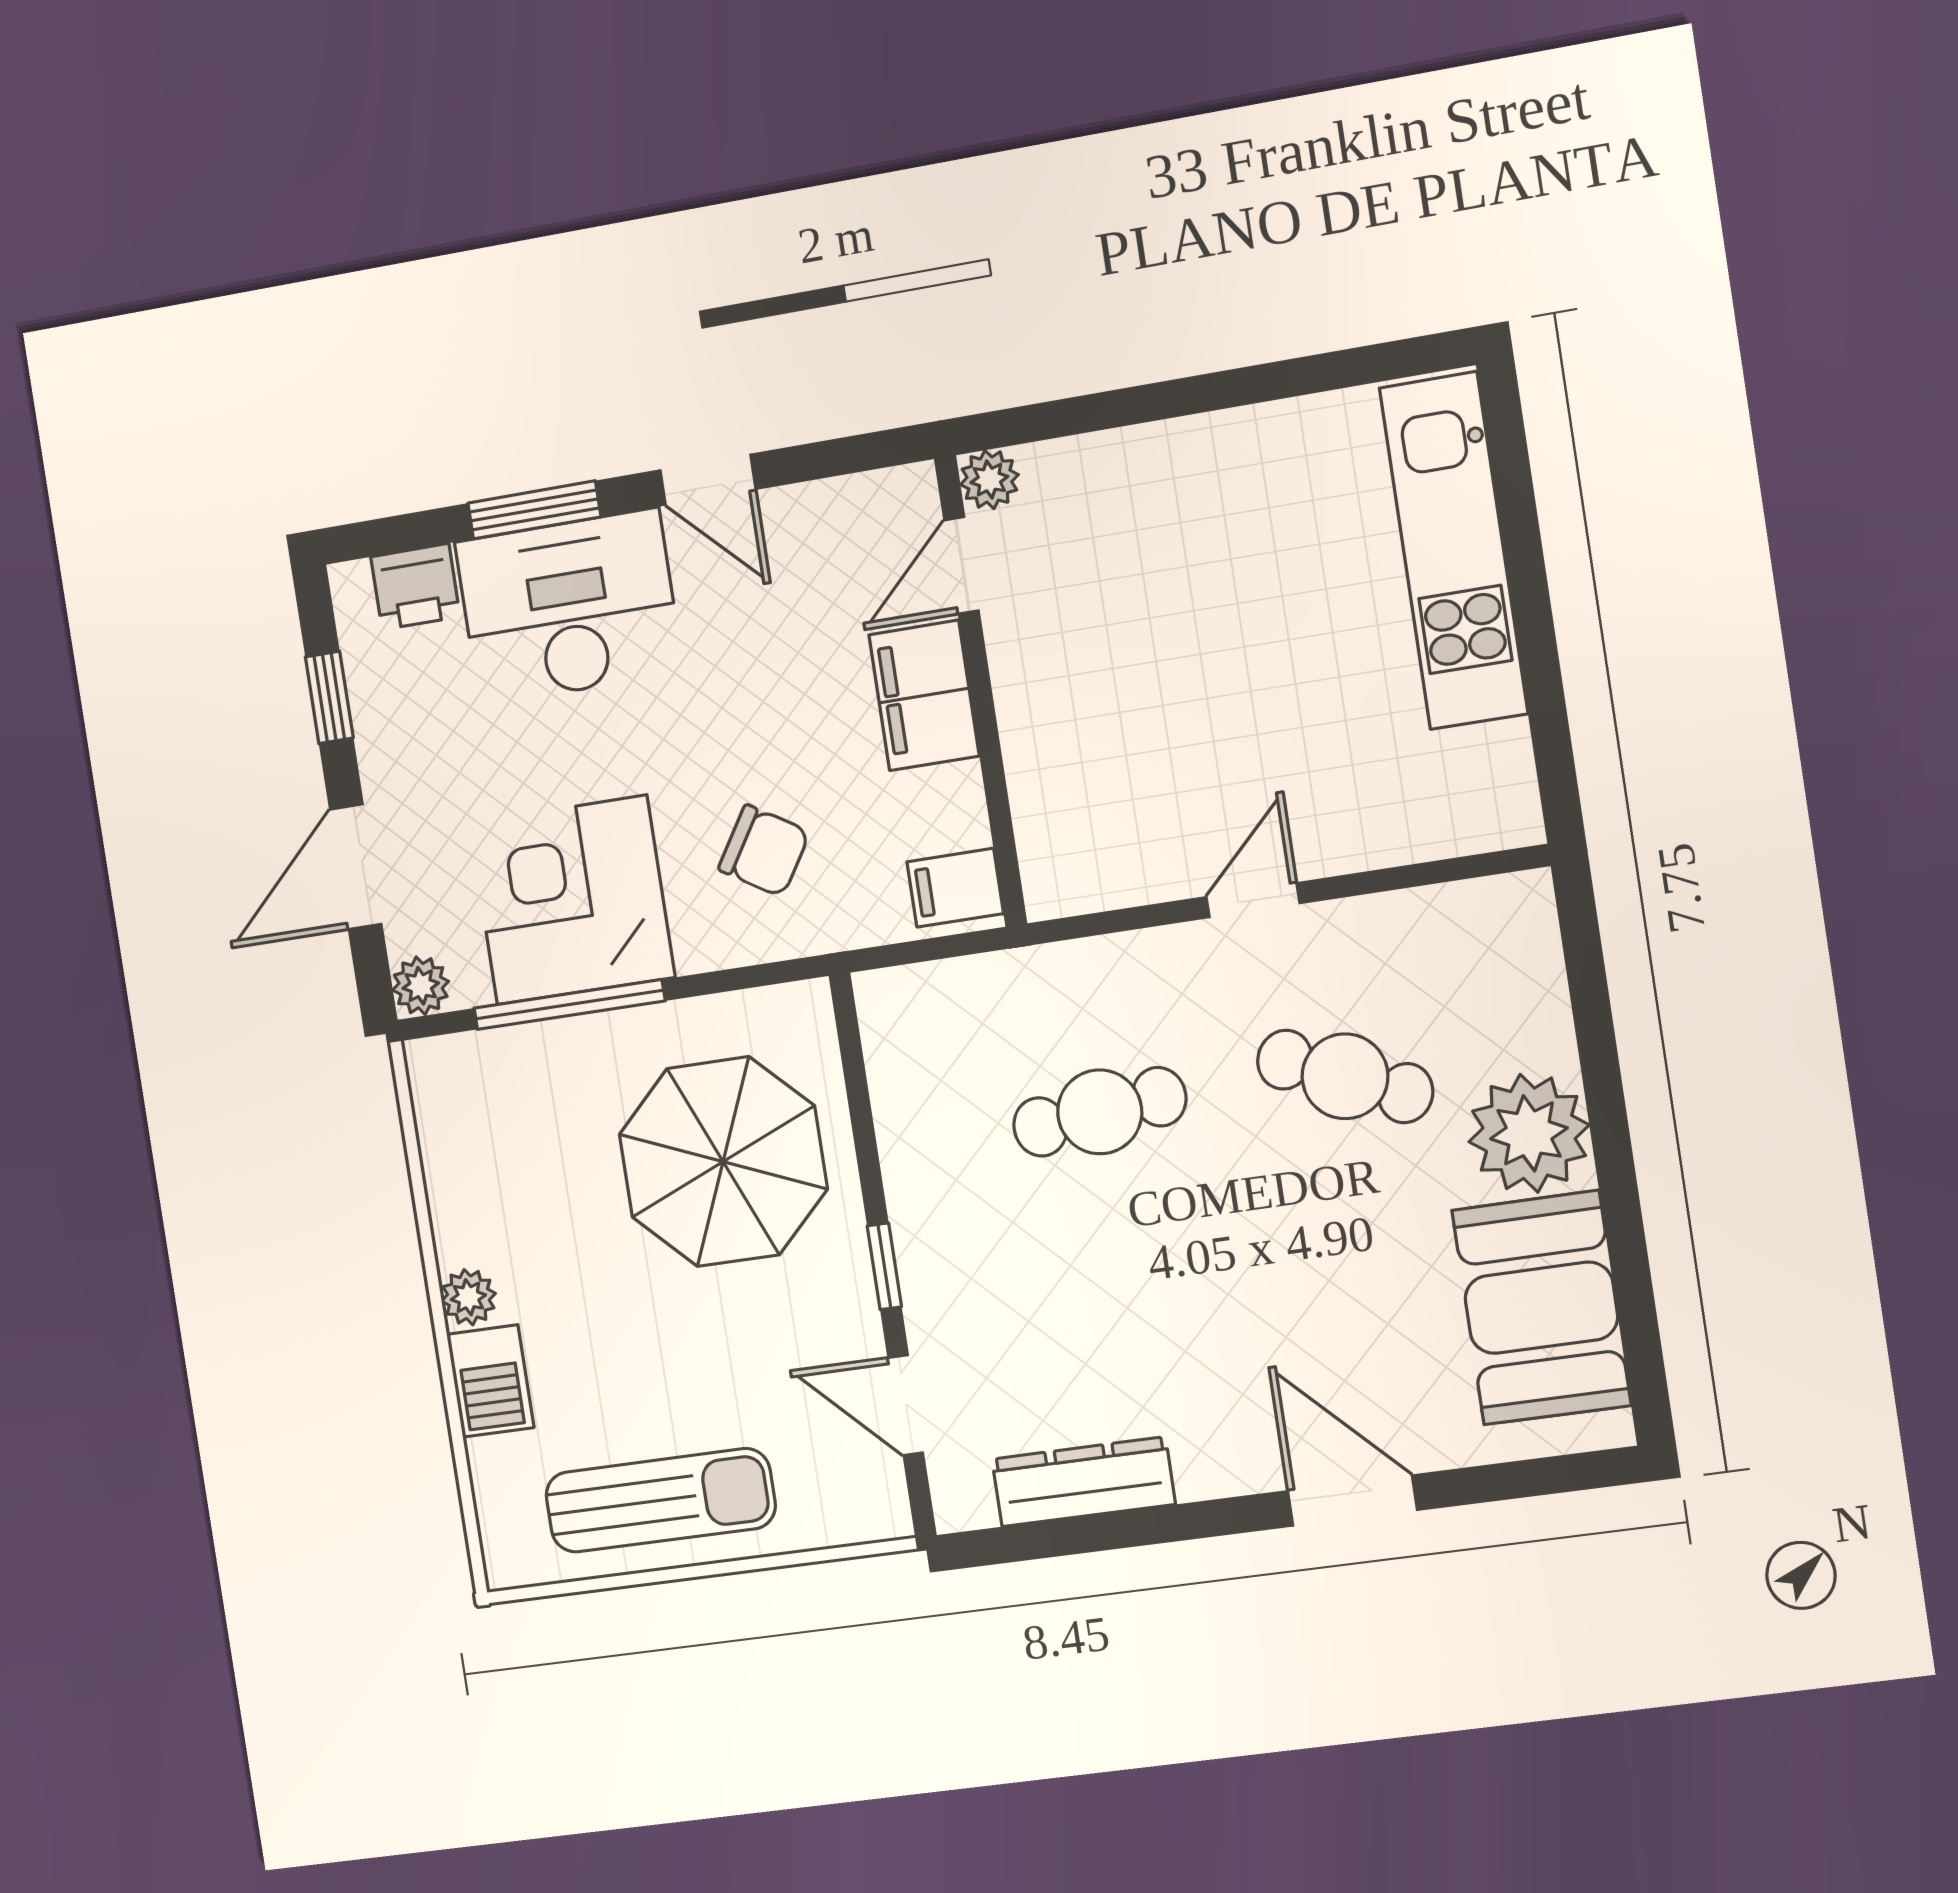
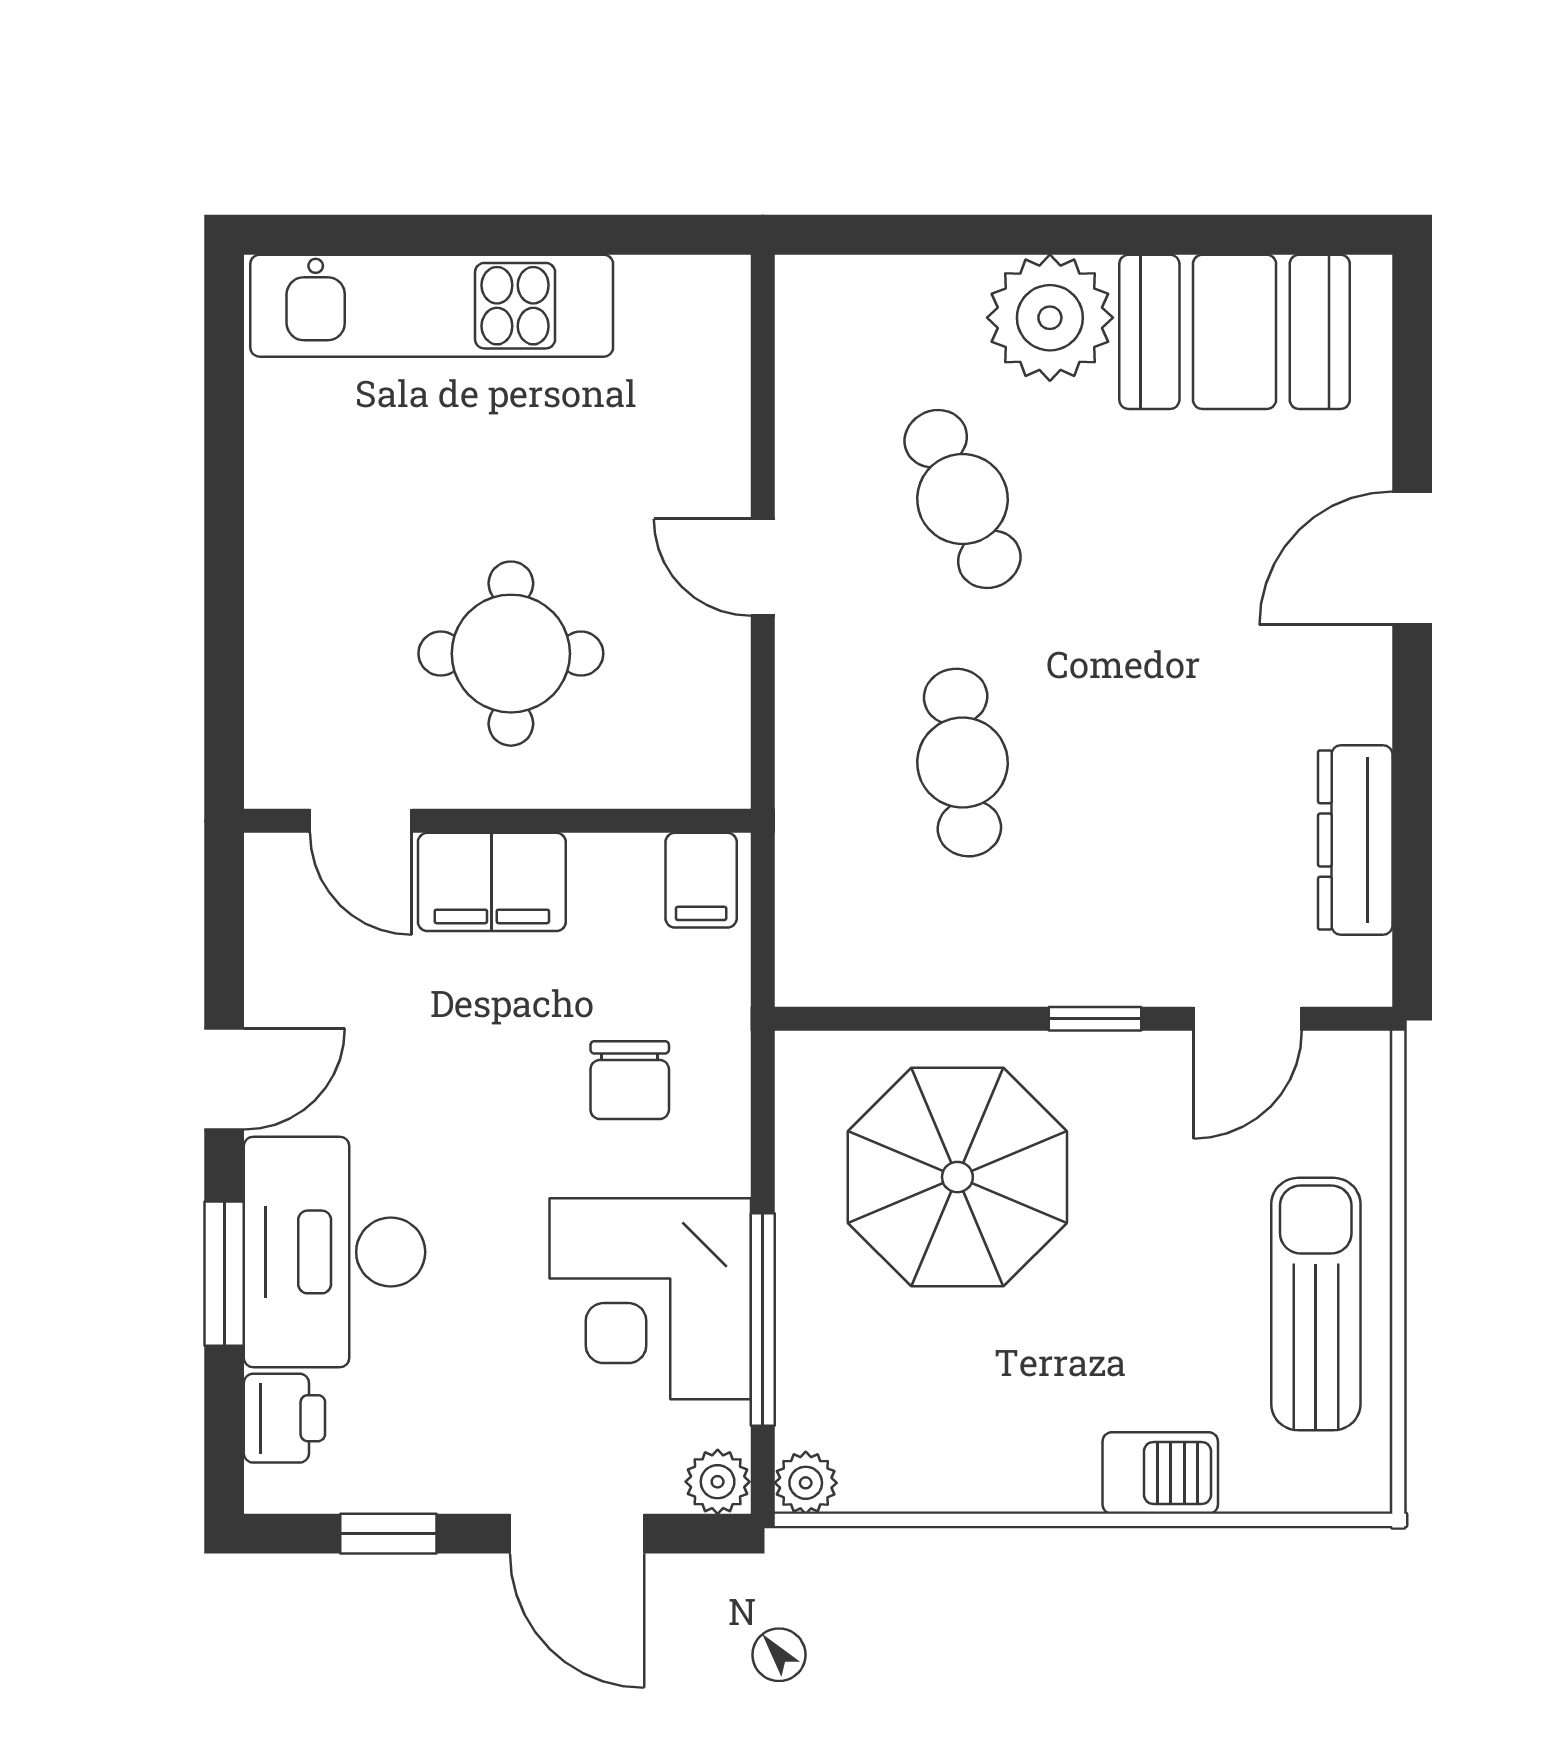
plant: (989, 480) -> (276, 777), removed
round table: (1137, 679) -> (511, 654), added
chair: (764, 851) -> (630, 1080), turned 148
cafe table: (1345, 1076) -> (962, 499), turned -48
plant: (468, 1297) -> (806, 1483), moved

